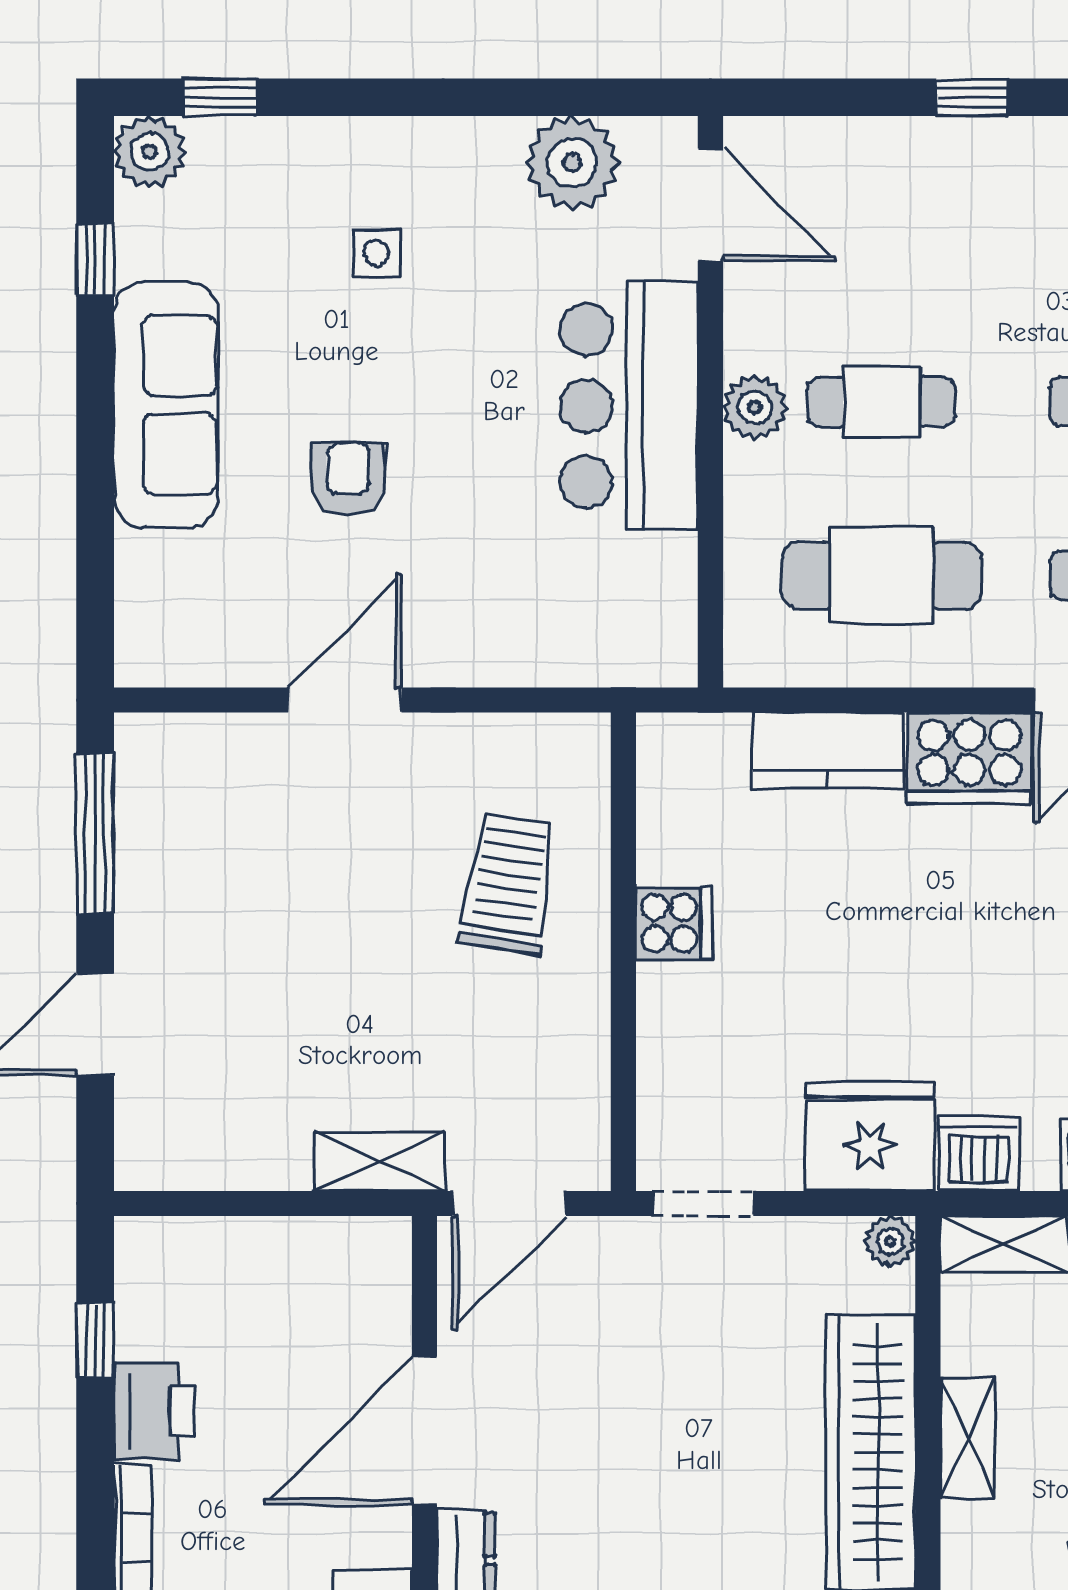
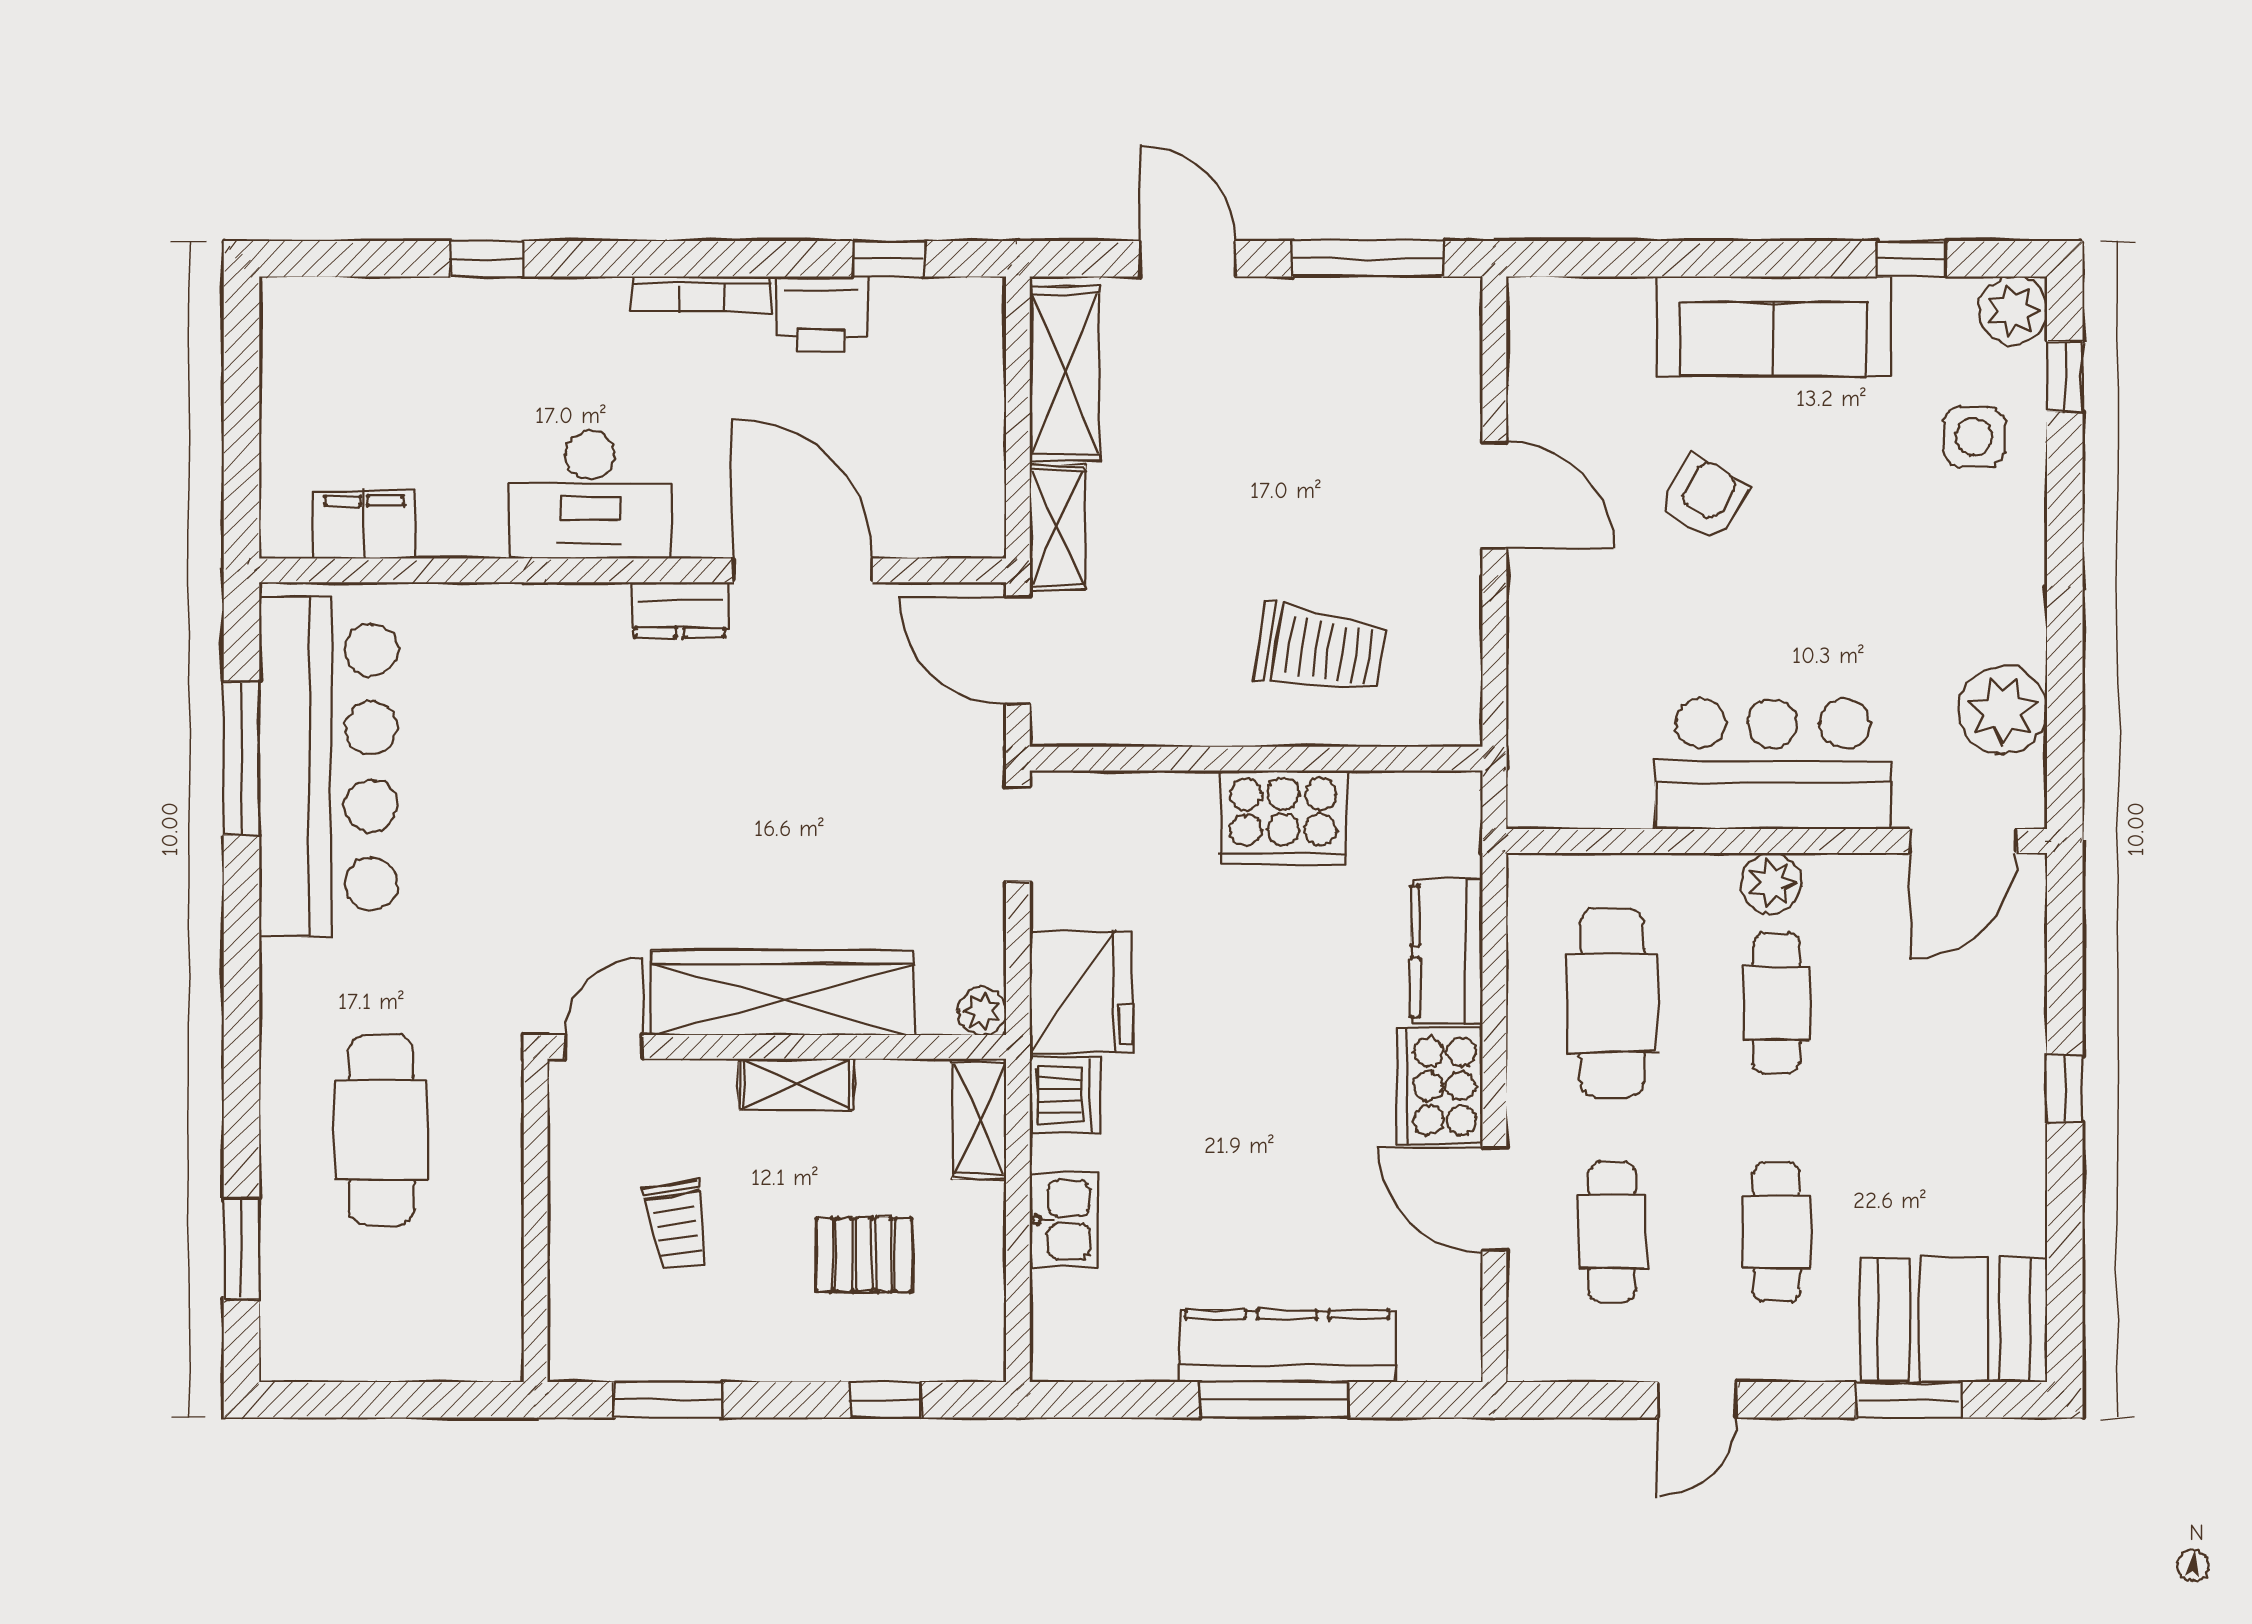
side table: (376, 253) -> (1974, 437), moved, width x1.37, depth x1.37
armchair: (348, 479) -> (1704, 498), turned -58
cooker: (674, 923) -> (1283, 817), width x1.87, depth x1.31
shelving: (216, 1154) -> (1065, 374), added

